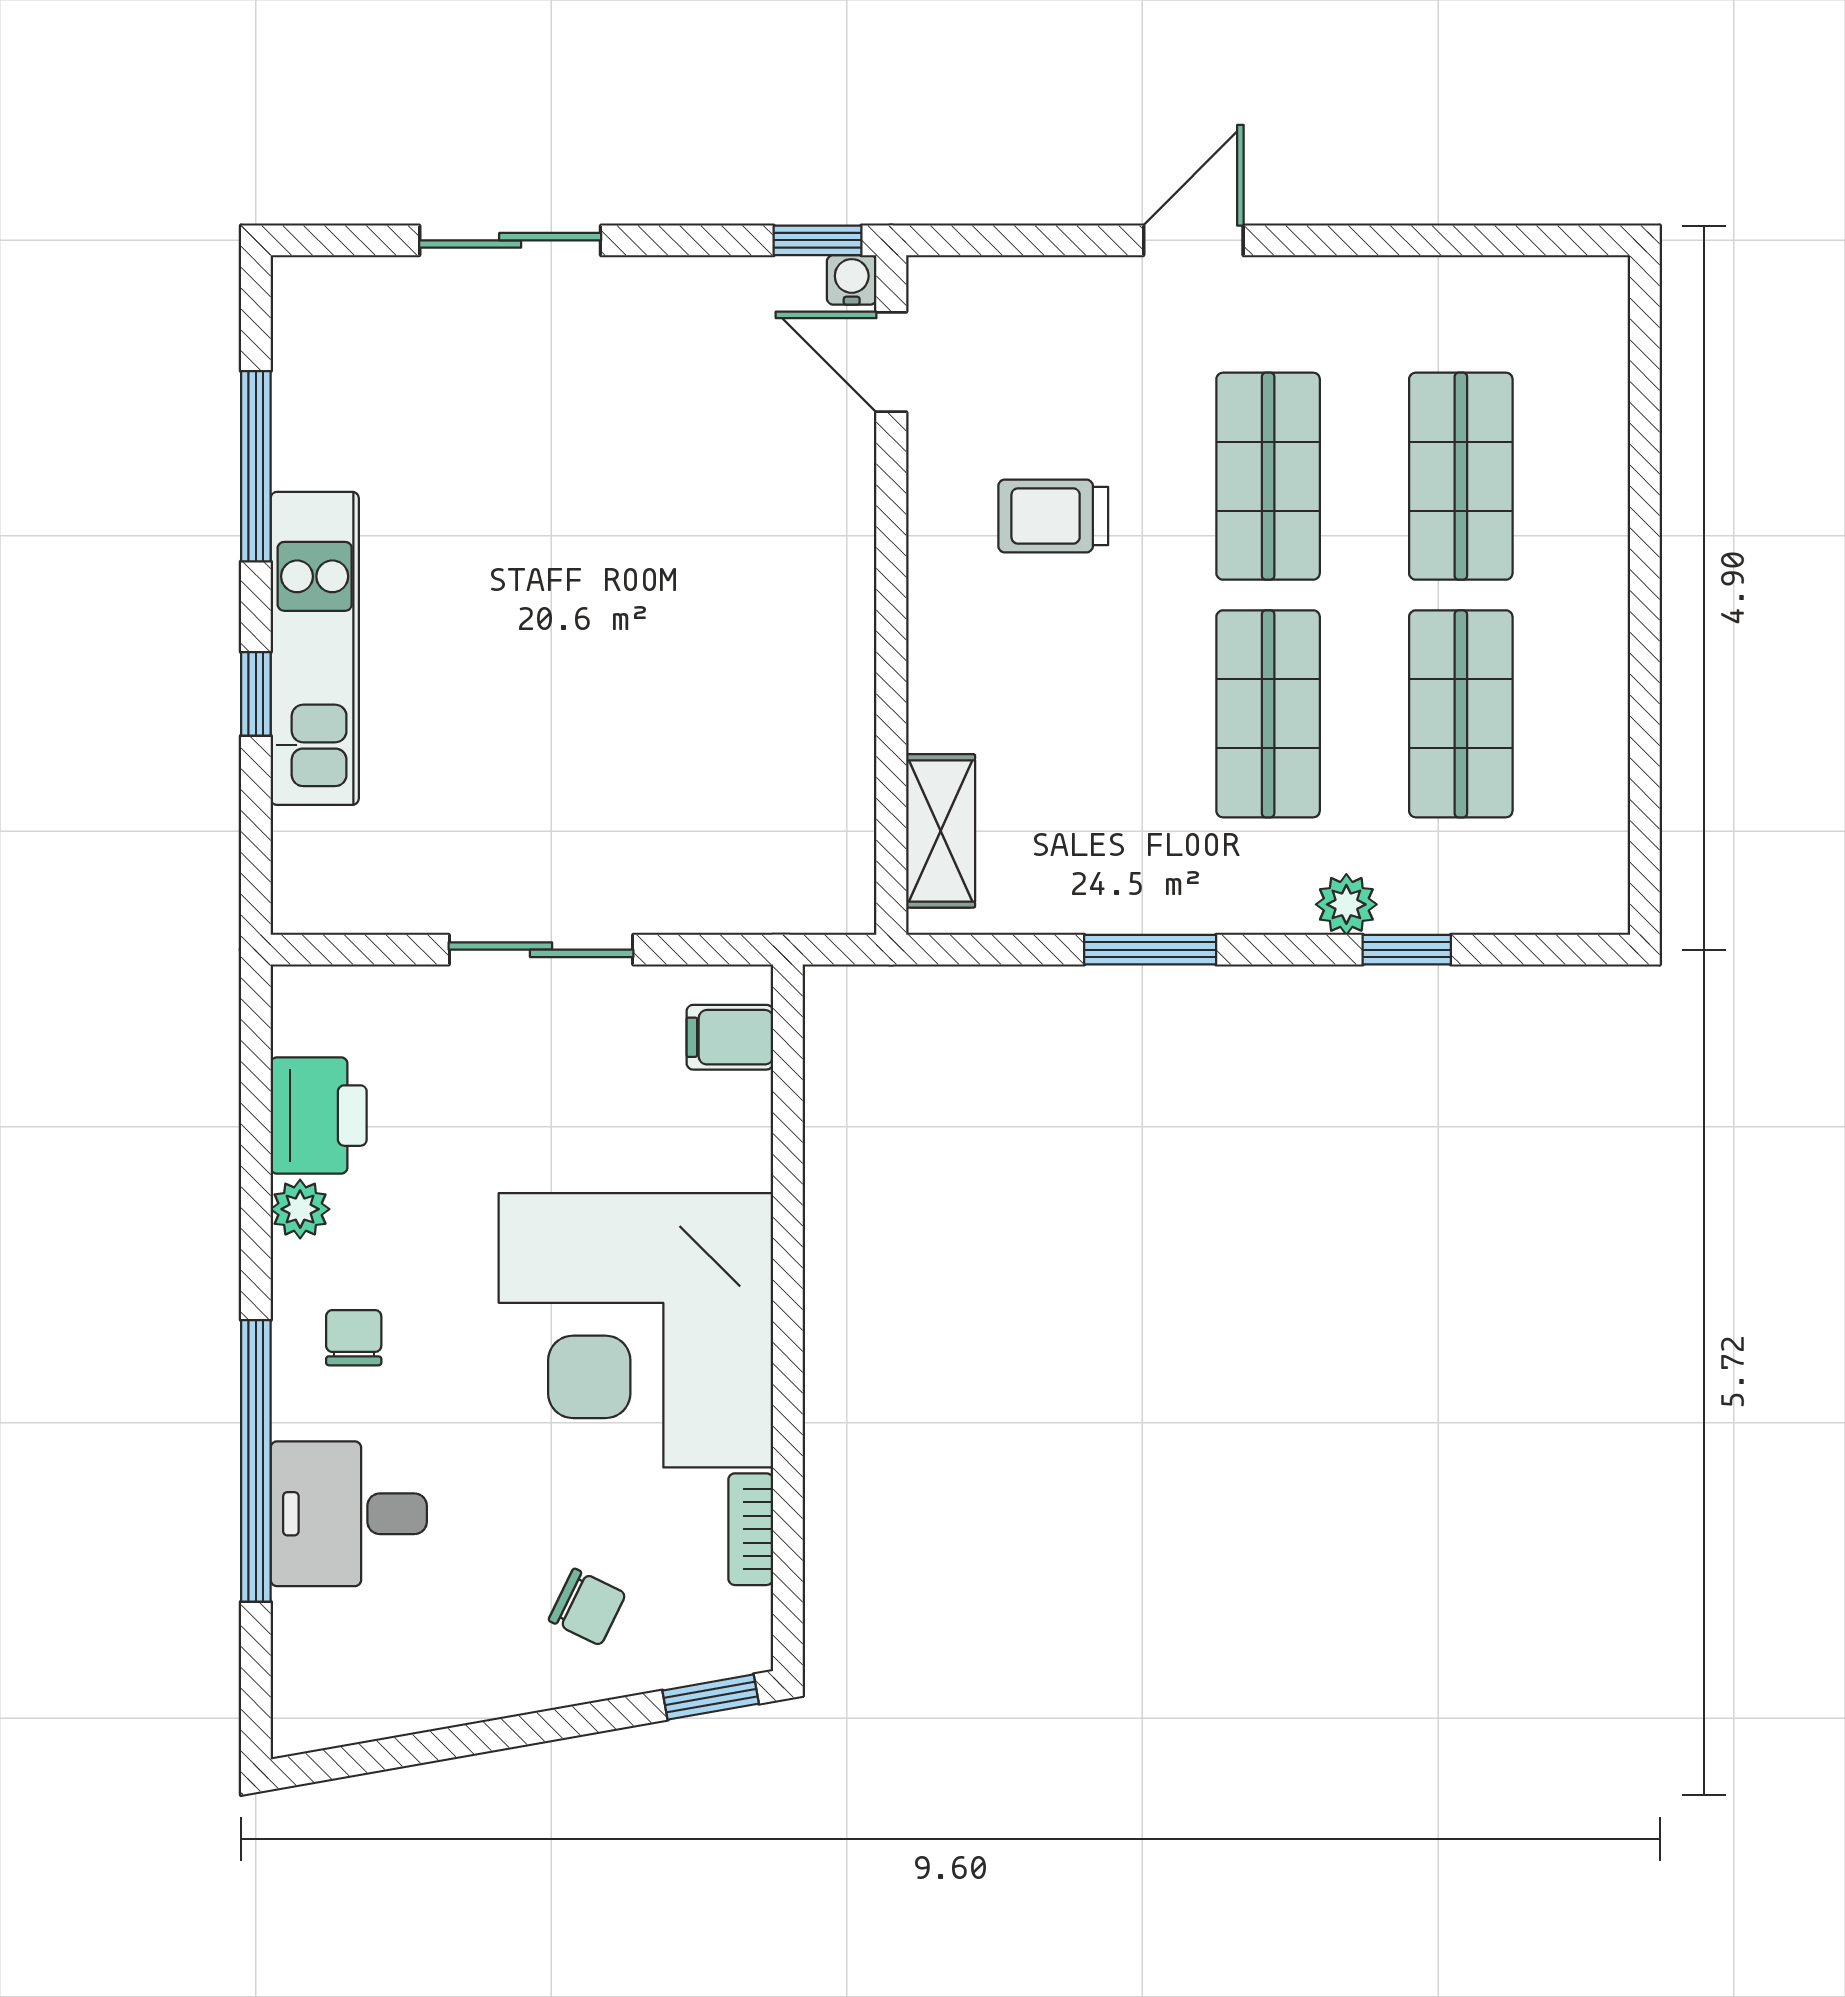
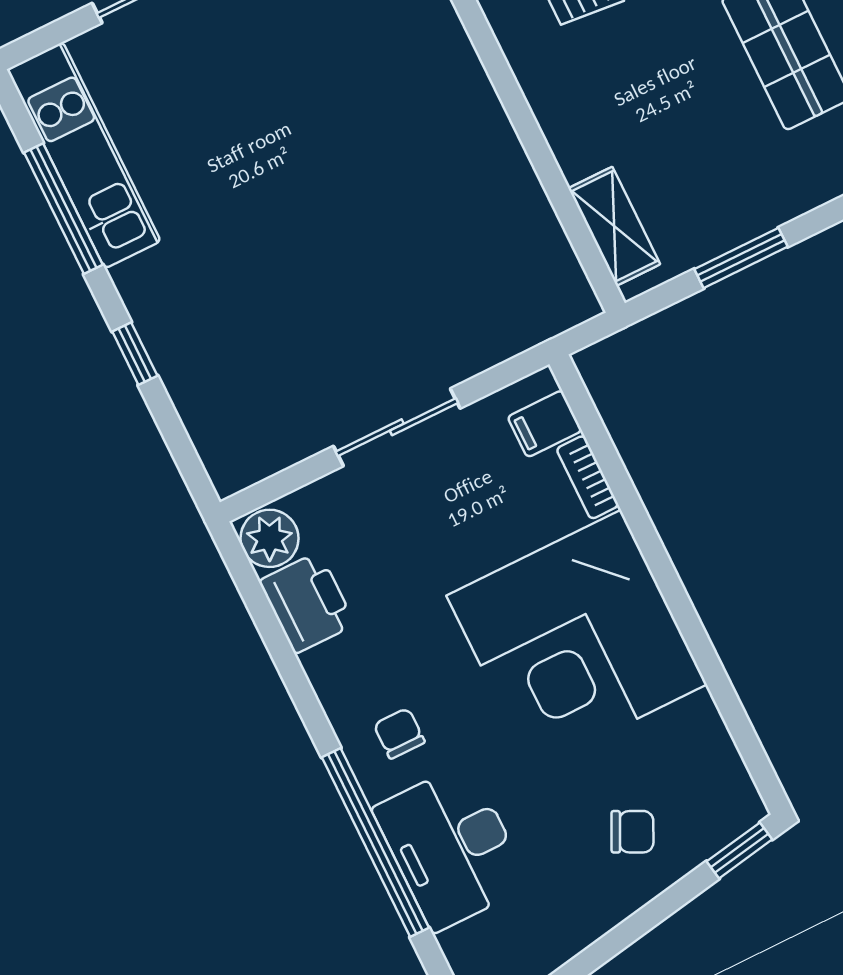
kitchen unit: (315, 648) -> (84, 155), moved
window: (1150, 950) -> (741, 258), moved
plant: (300, 1209) -> (269, 538), moved, width x1.38, depth x1.38
desk: (349, 1514) -> (451, 847), width x1.37
bookcase: (751, 1529) -> (587, 477), moved

